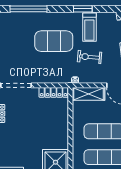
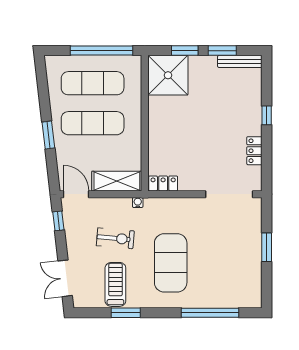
exercise mat: (54, 41) -> (171, 263), turned 90
locker: (54, 92) -> (163, 183), width x0.66

